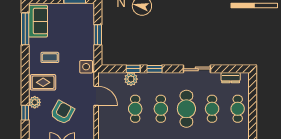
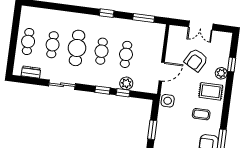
door: (96, 96) -> (162, 72), swing flipped

